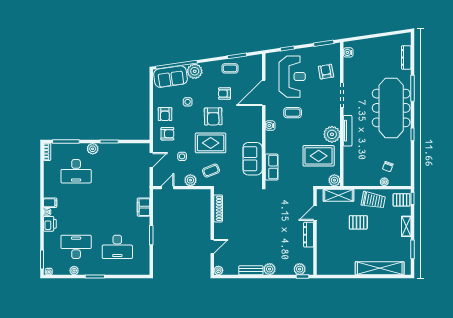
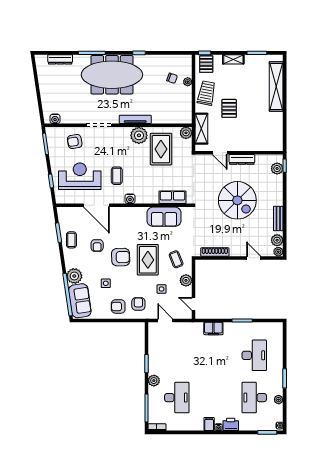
armchair: (165, 114) -> (118, 306), turned 180
spiral stairs: (269, 230) -> (237, 200), added
plant: (270, 269) -> (277, 240), moved

